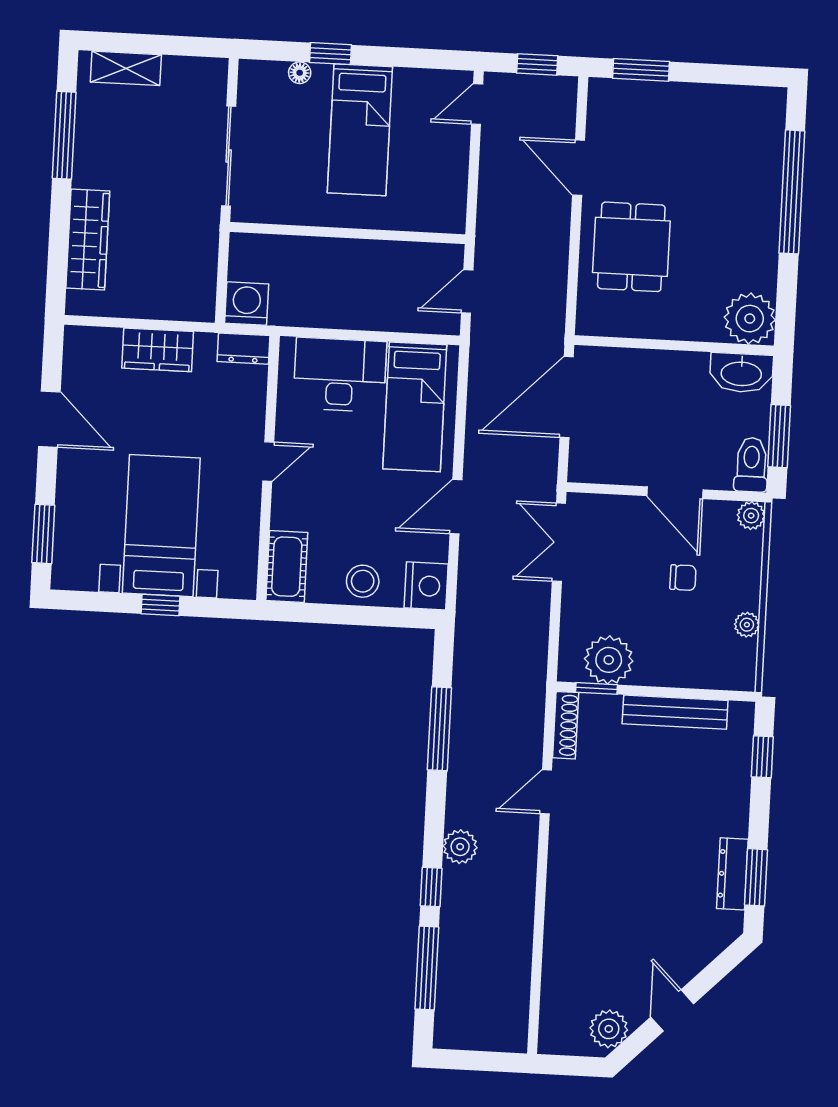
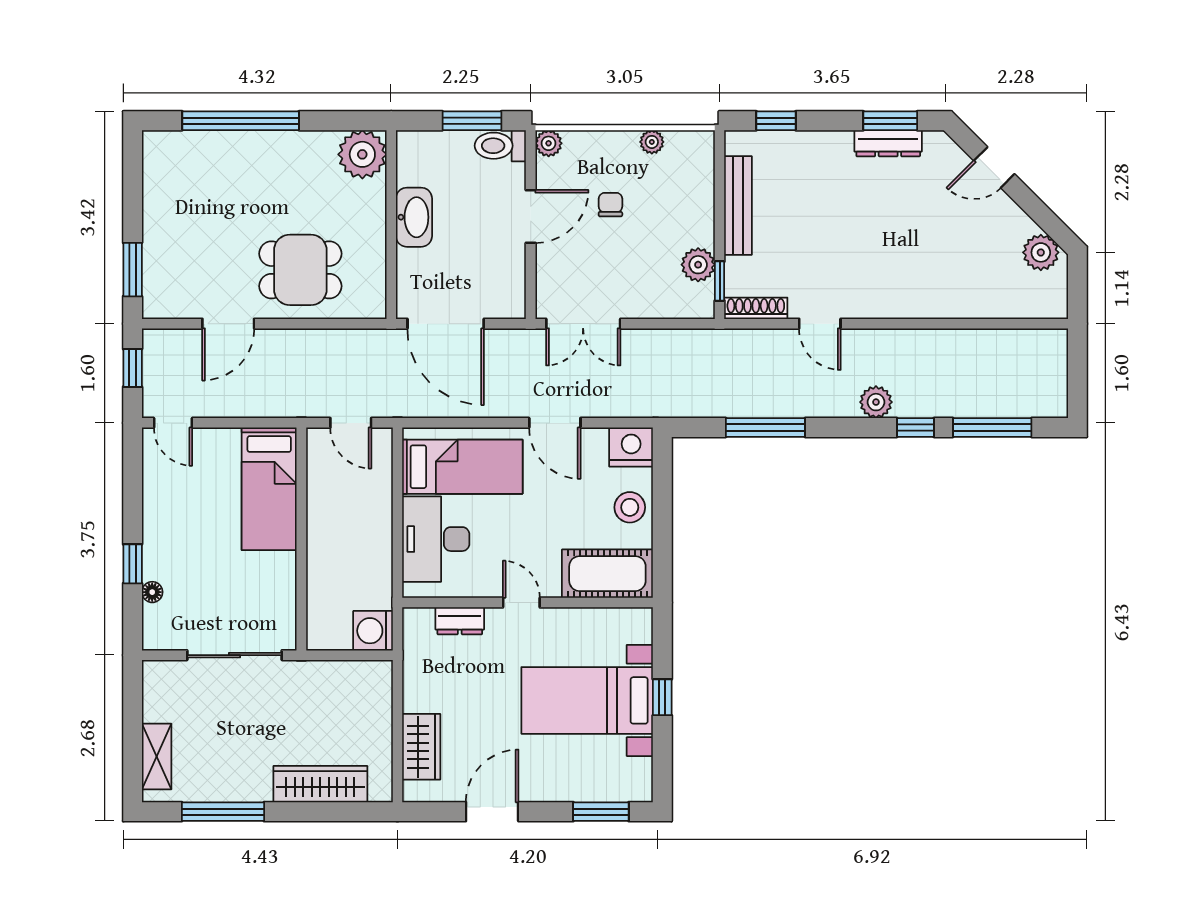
bed: (360, 130) -> (269, 489), moved, turned 90
dresser: (244, 349) -> (460, 621), moved, turned 90
wardrobe: (158, 350) -> (421, 747), moved
washbasin: (741, 373) -> (414, 217), moved
cot: (287, 567) -> (607, 574), width x1.37, depth x1.34
plant: (609, 660) -> (698, 265), width x0.73, depth x0.73
door: (672, 1010) -> (994, 167), moved

